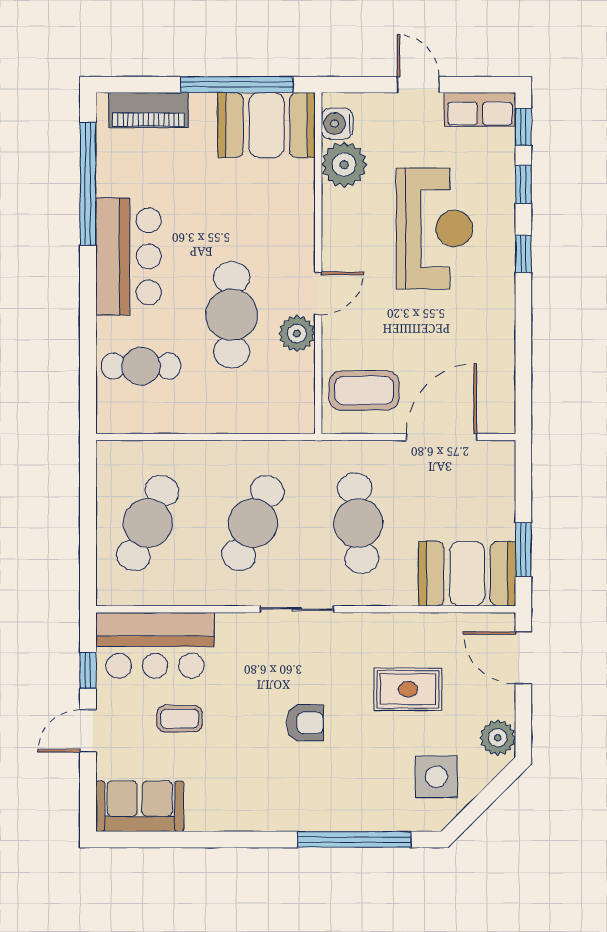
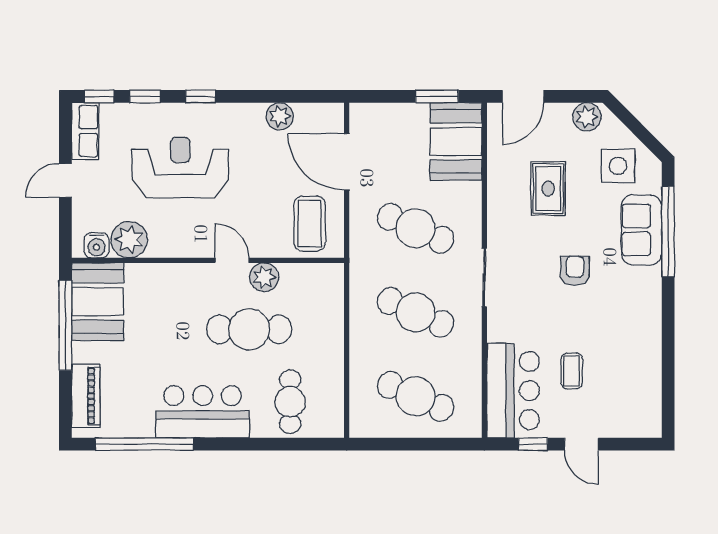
plant: (498, 353) -> (280, 116), added
cafe table: (358, 523) -> (416, 228), turned 30
sofa: (140, 806) -> (642, 230), moved

